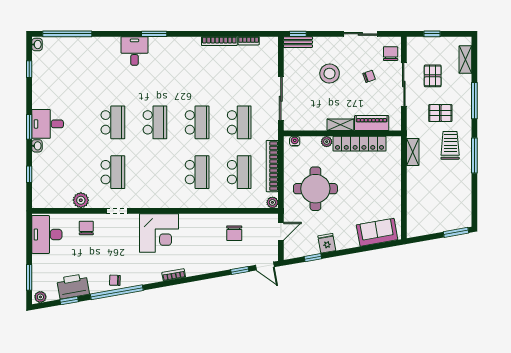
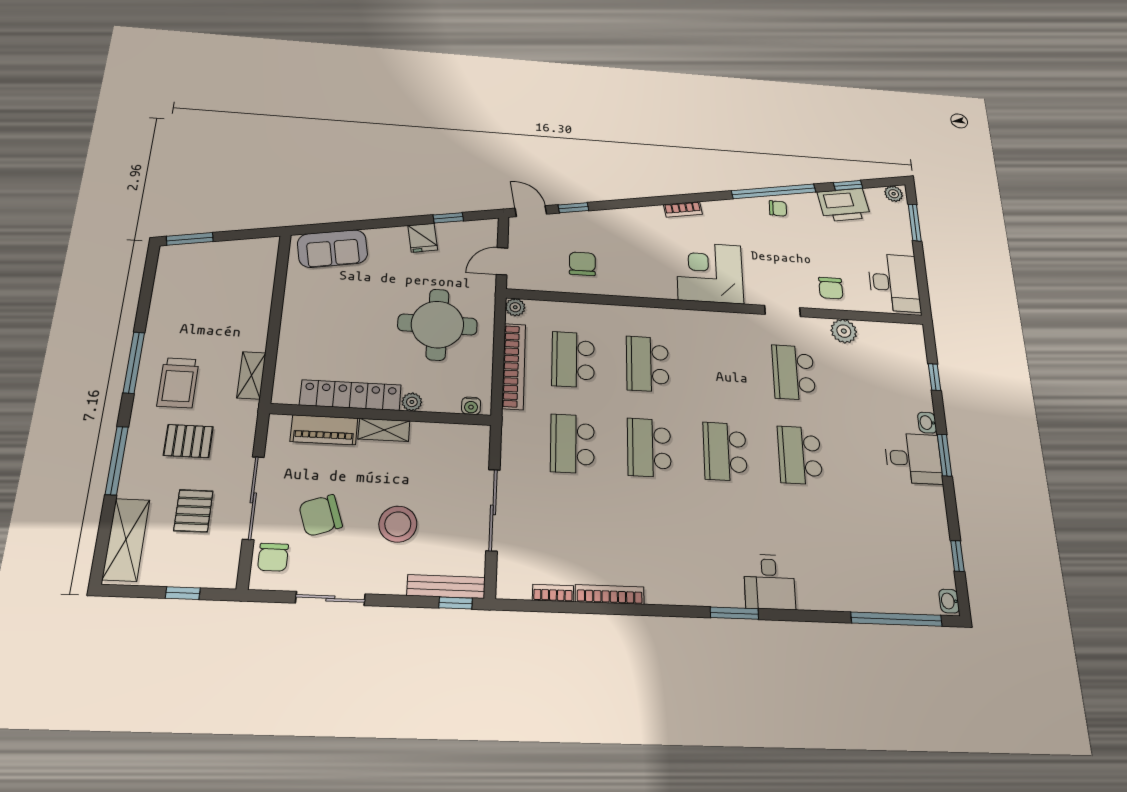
bench: (298, 42) -> (446, 586), width x1.36
shelving: (465, 60) -> (126, 540), width x1.50, depth x1.33
chair: (369, 76) -> (320, 515), width x1.87, depth x1.87
sliding door: (281, 99) -> (493, 510), moved

